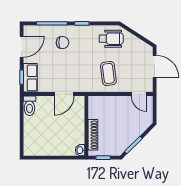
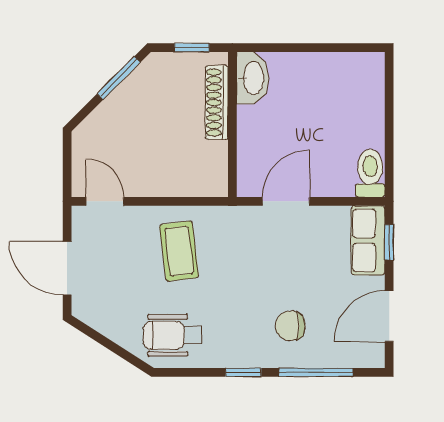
washbasin: (80, 150) -> (253, 78), width x1.91, depth x1.45

